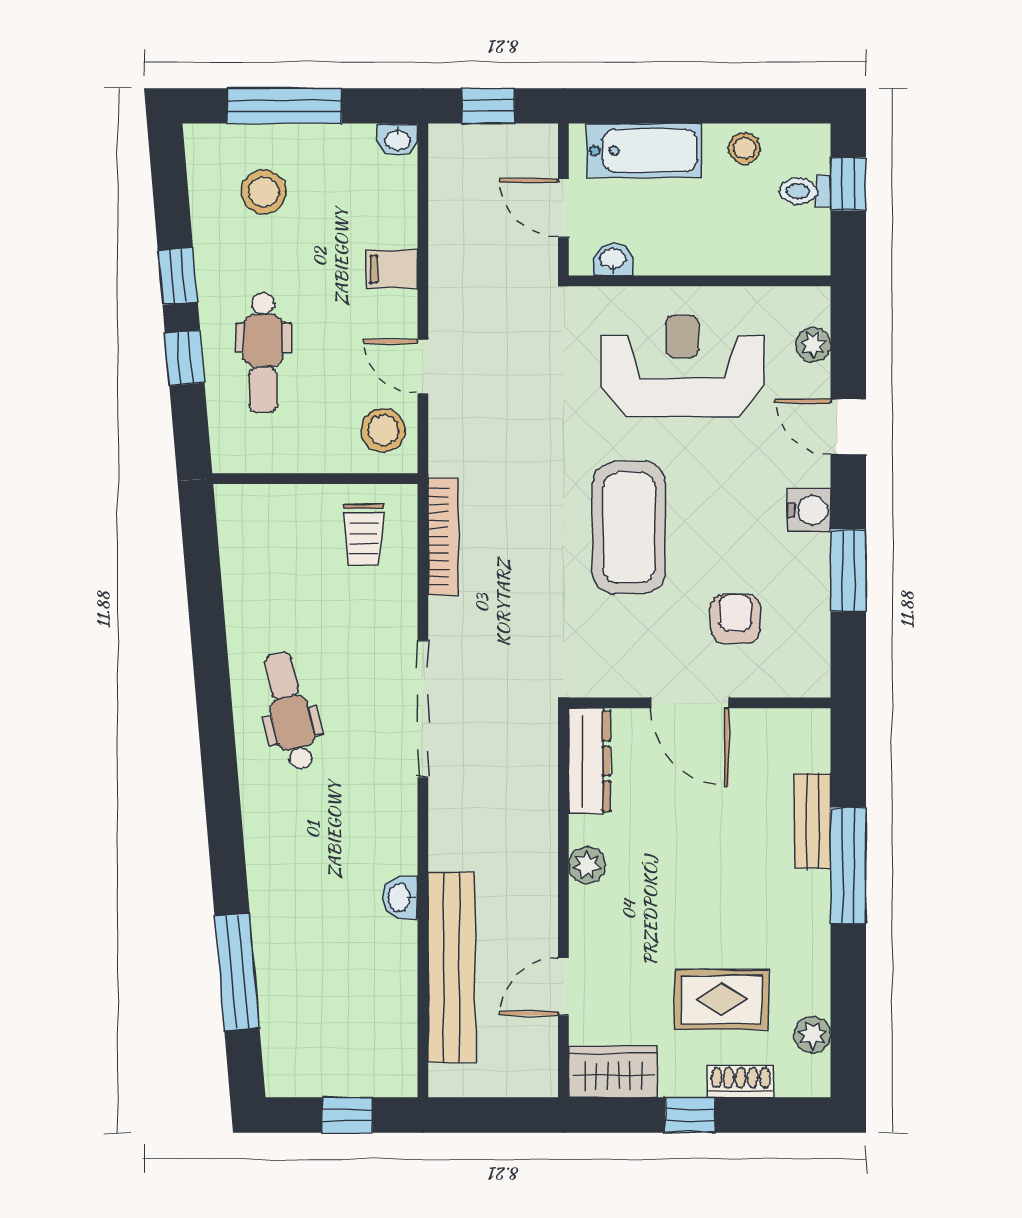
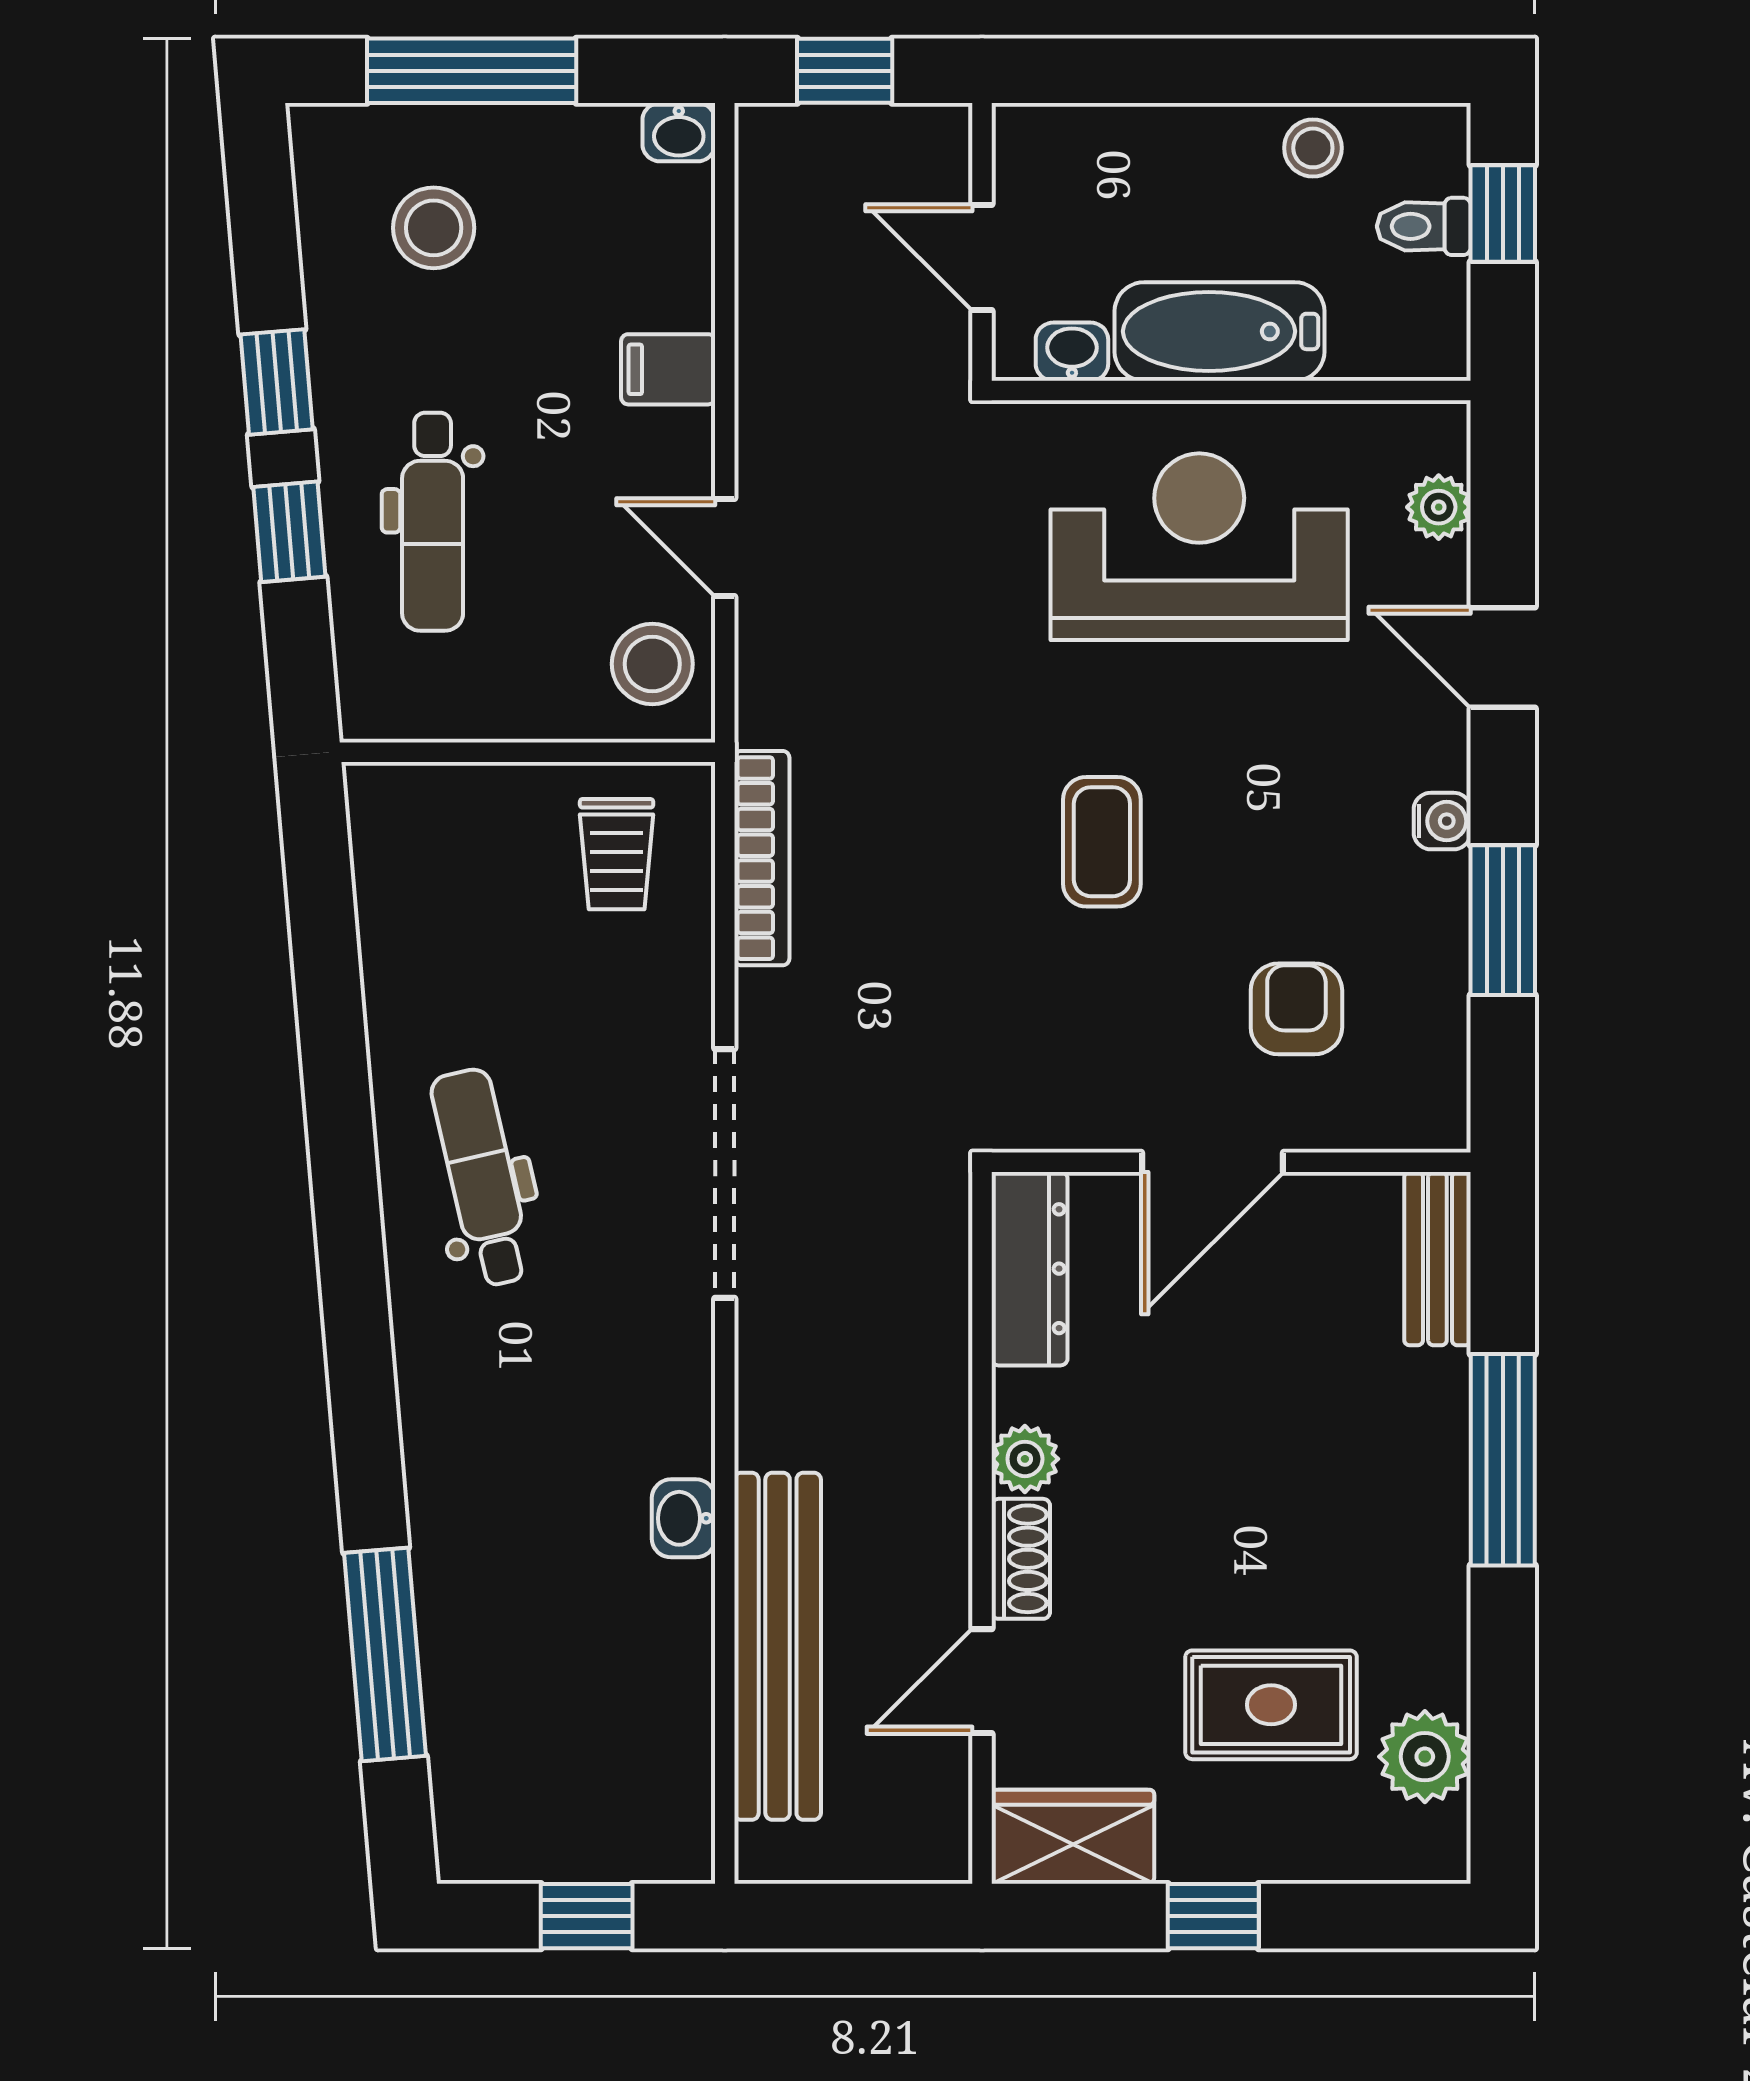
bathtub: (644, 151) -> (1219, 331), moved, turned 180
water cooler: (809, 510) -> (1442, 821), width x0.72, depth x0.72
coffee table: (629, 528) -> (1102, 842), width x0.54, depth x0.58
door: (690, 703) -> (1213, 1162), hinge flipped
bench: (813, 821) -> (1437, 1259), moved
plant: (812, 1035) -> (1425, 1757), width x1.38, depth x1.38
shoe rack: (741, 1082) -> (1021, 1559), moved, turned 90

